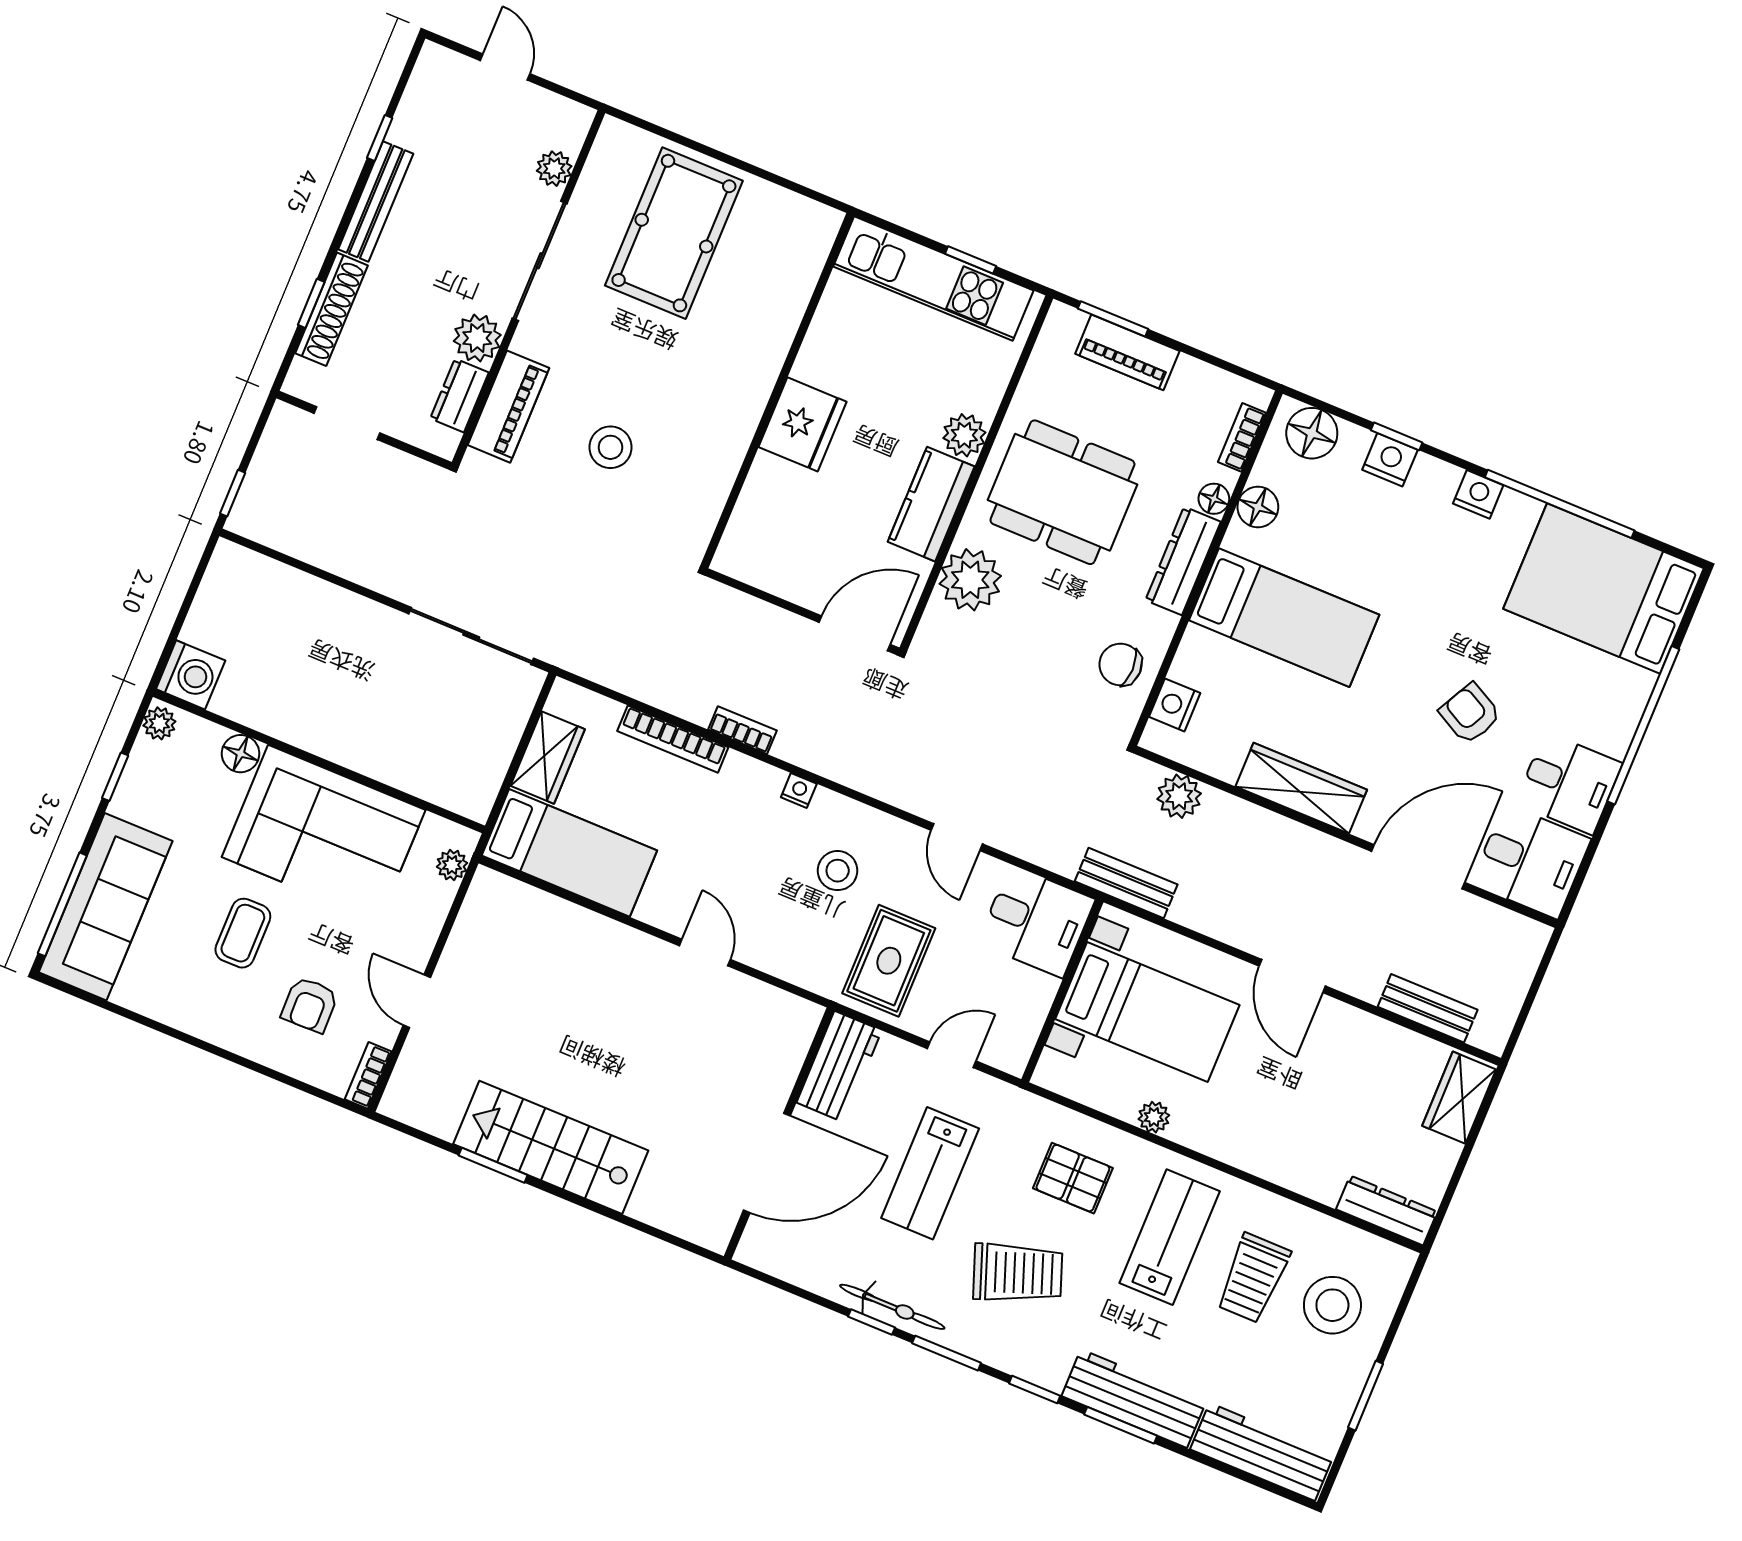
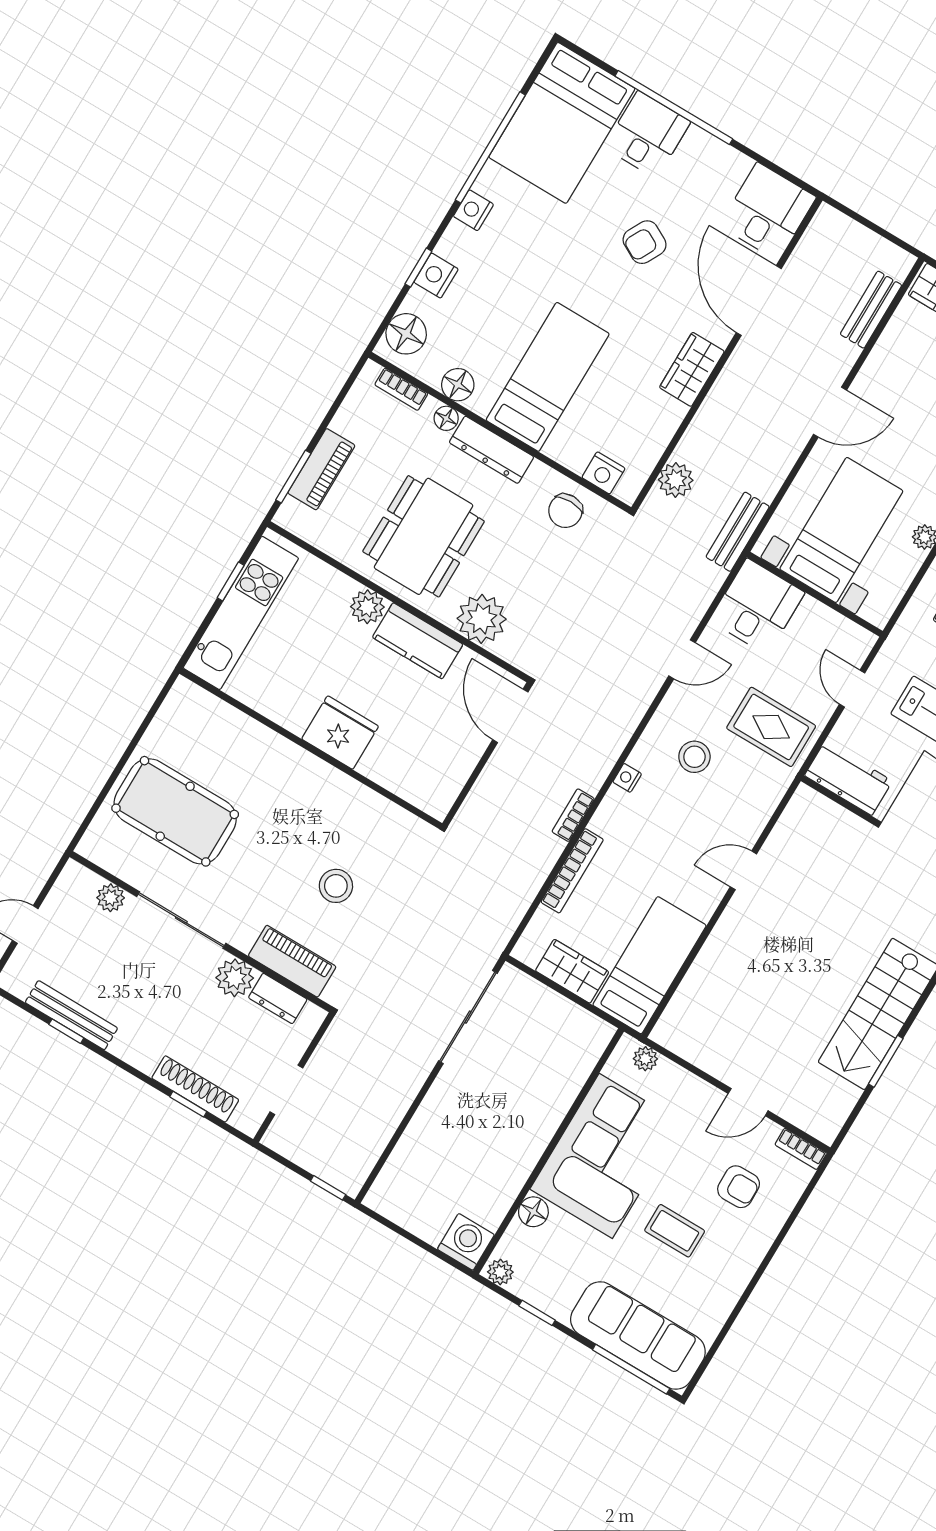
bench: (376, 201) -> (71, 1015), moved
desk: (1569, 783) -> (647, 135), moved
wardrobe: (1301, 788) -> (692, 369), width x0.67

